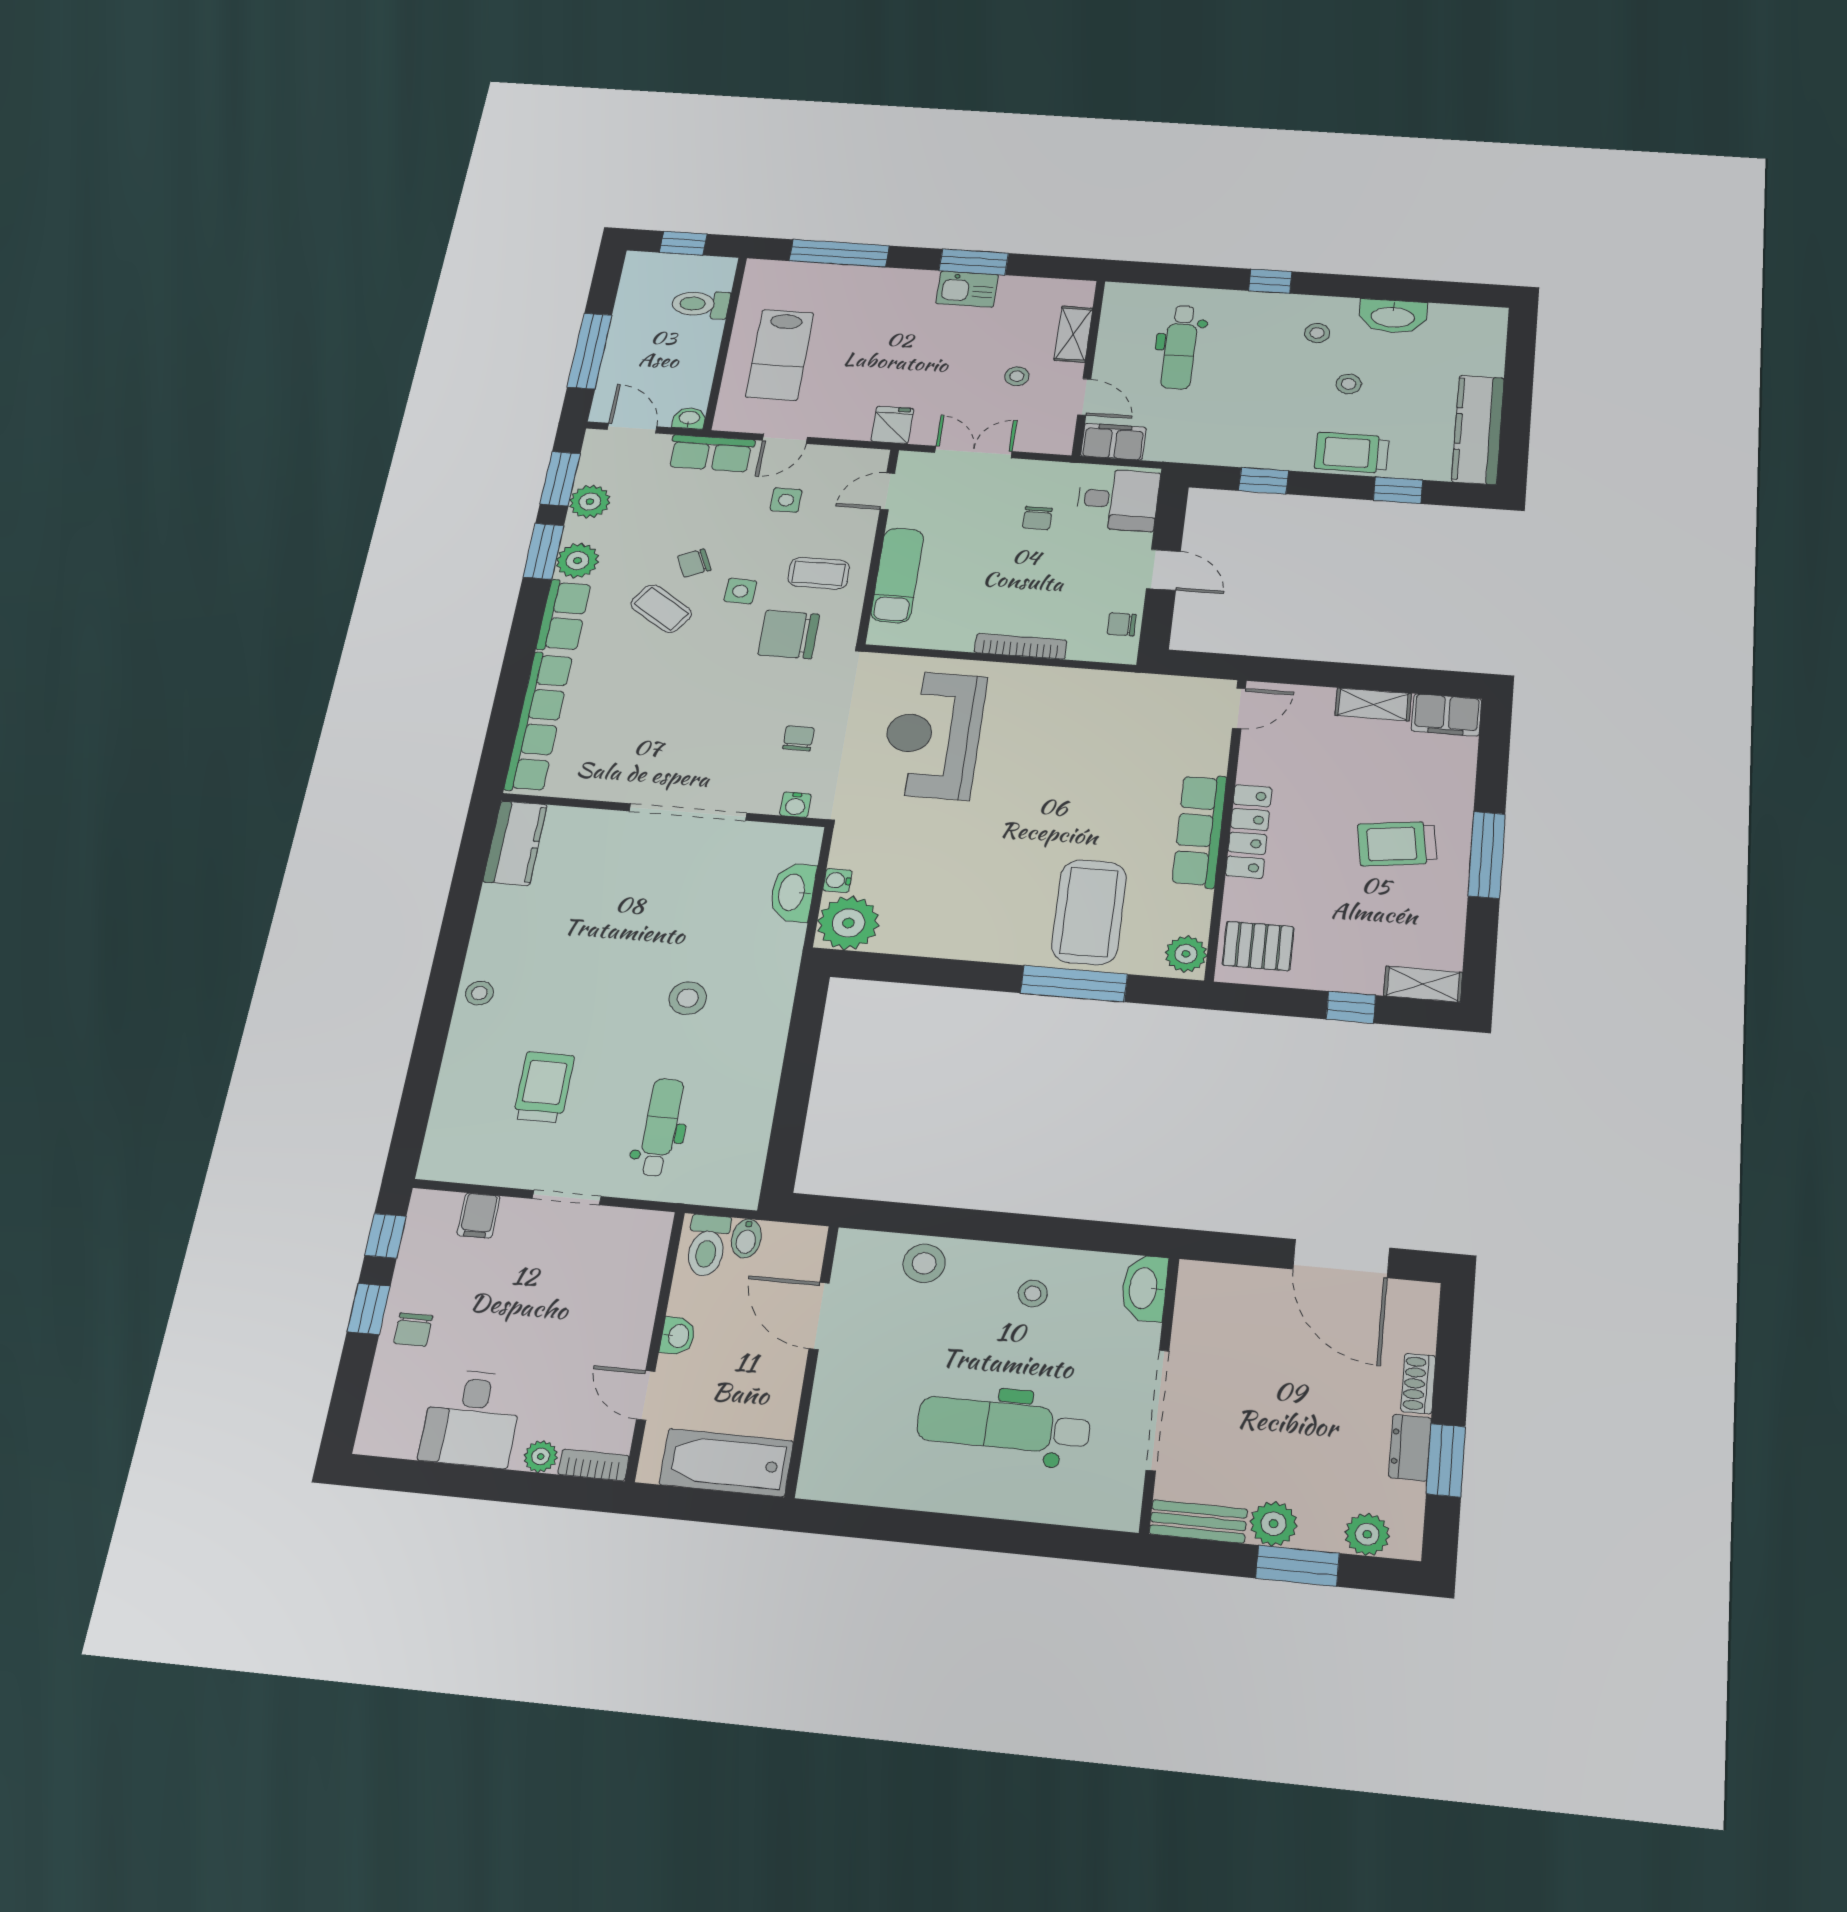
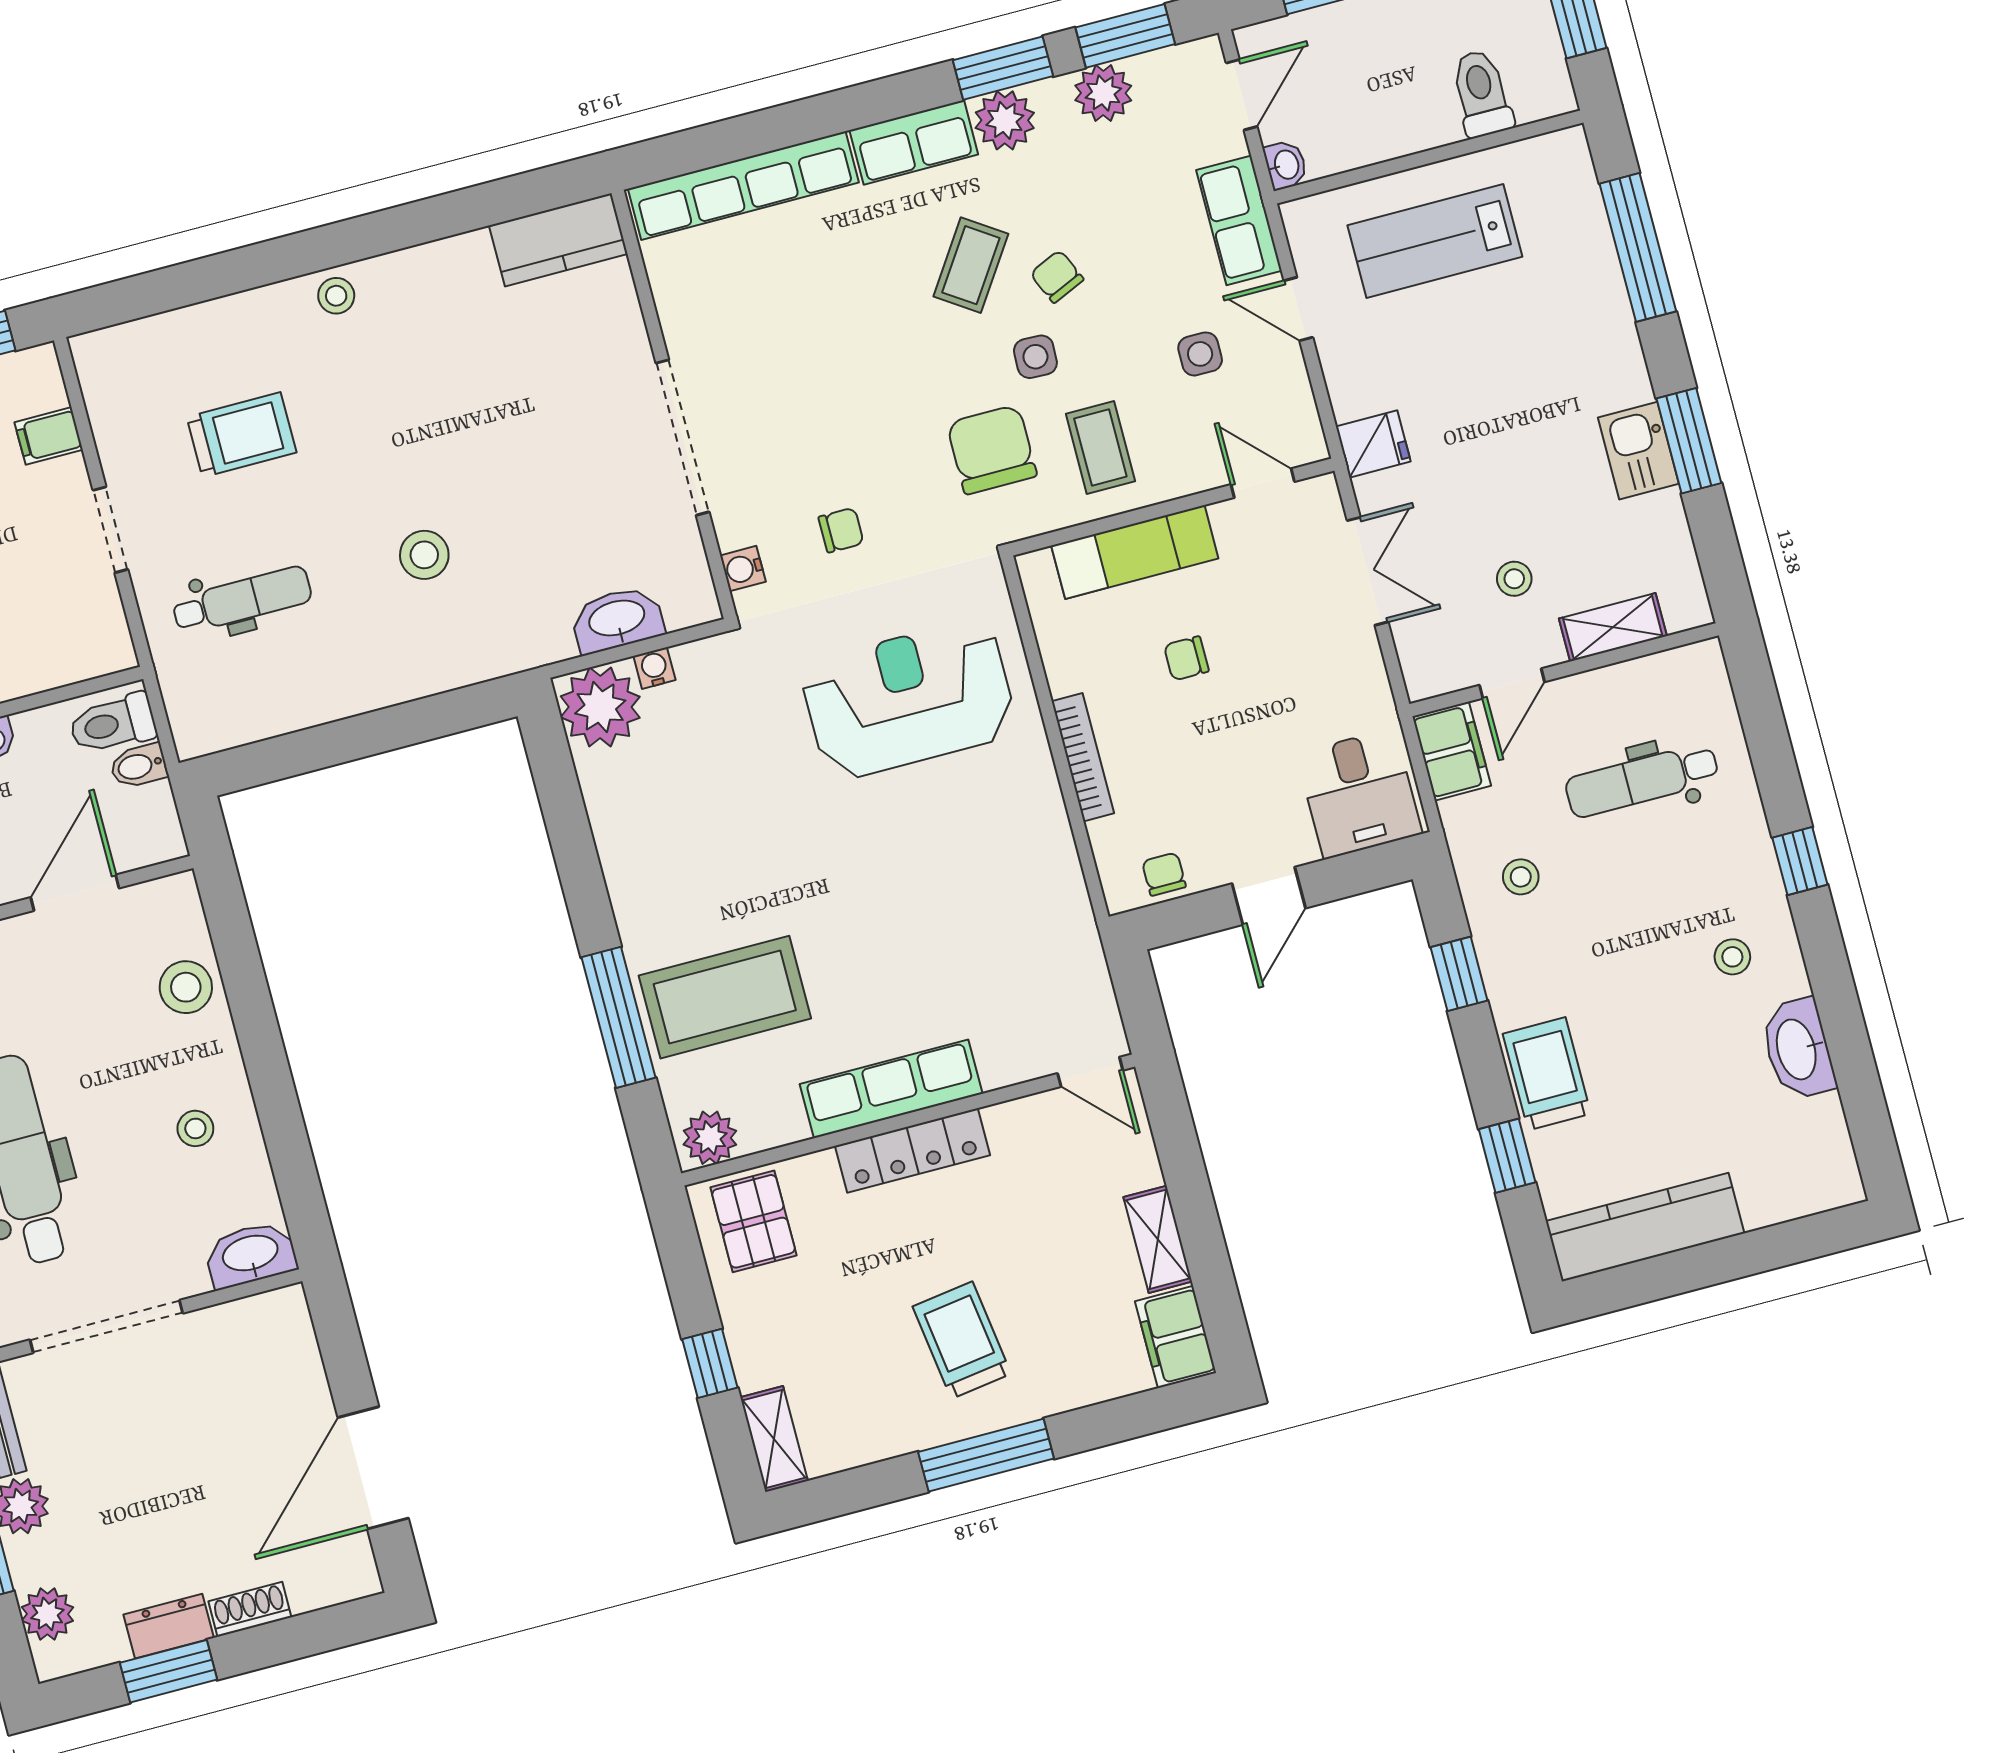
stool: (1349, 384) -> (1521, 877), moved
chair: (1037, 518) -> (1186, 658), moved

